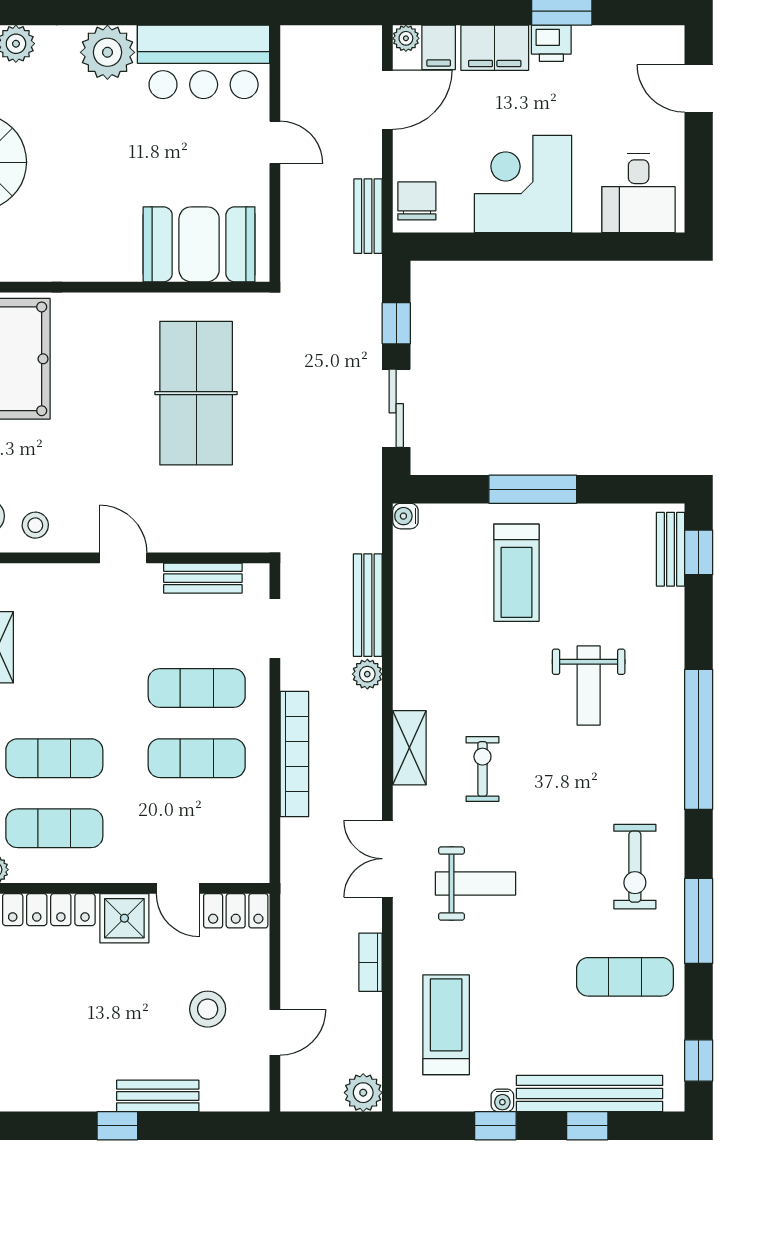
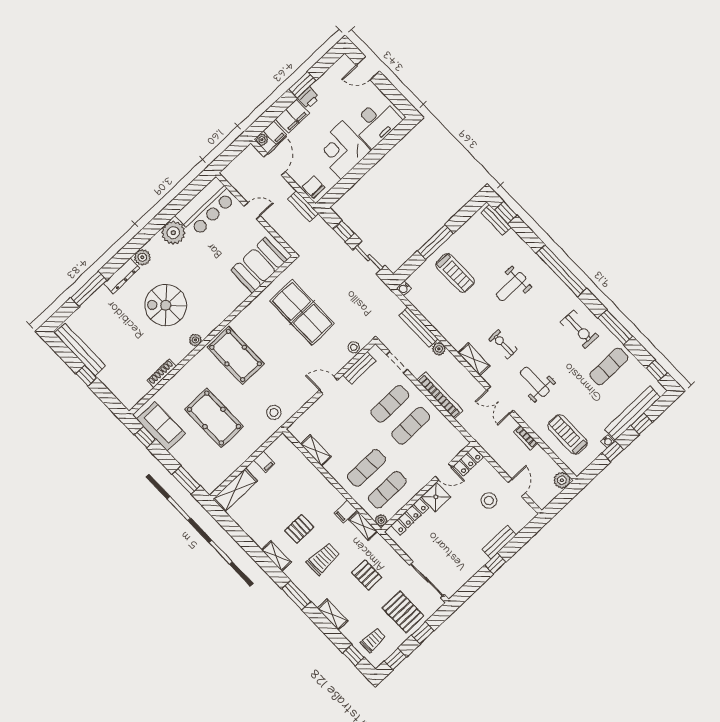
desk: (639, 193) -> (376, 123), width x1.37
stool: (35, 525) -> (354, 347), moved
weight bench: (589, 685) -> (511, 287), turned 90
weight bench: (476, 884) -> (535, 382), turned -90

